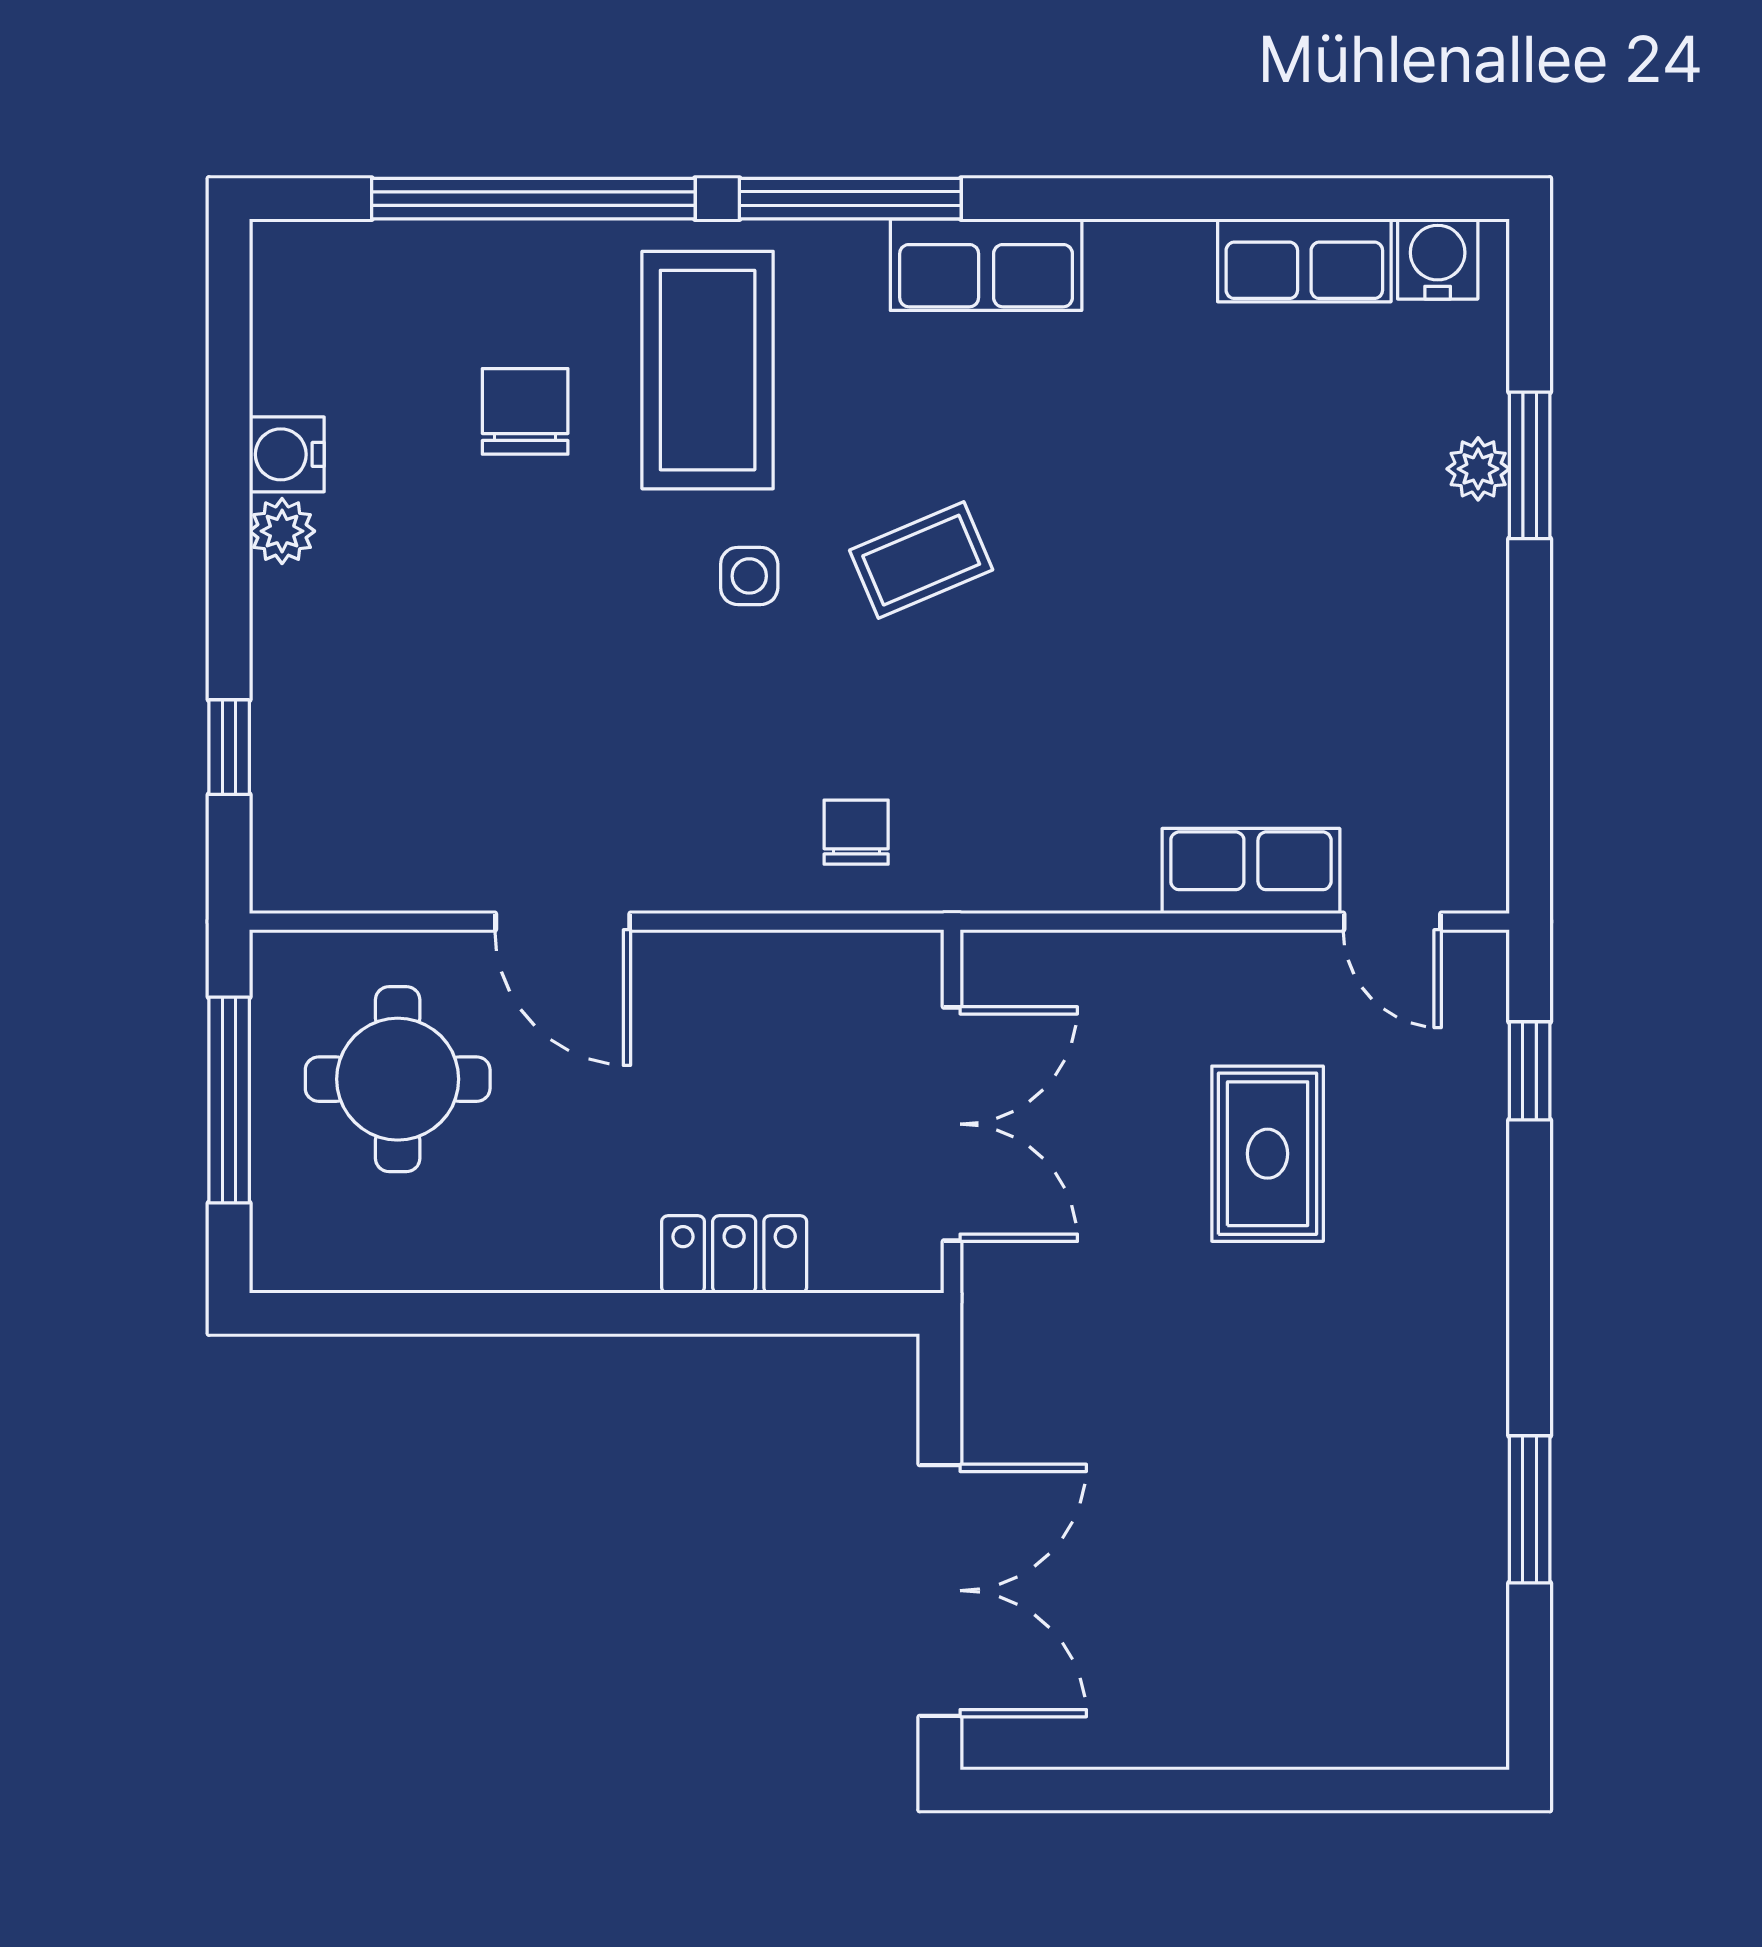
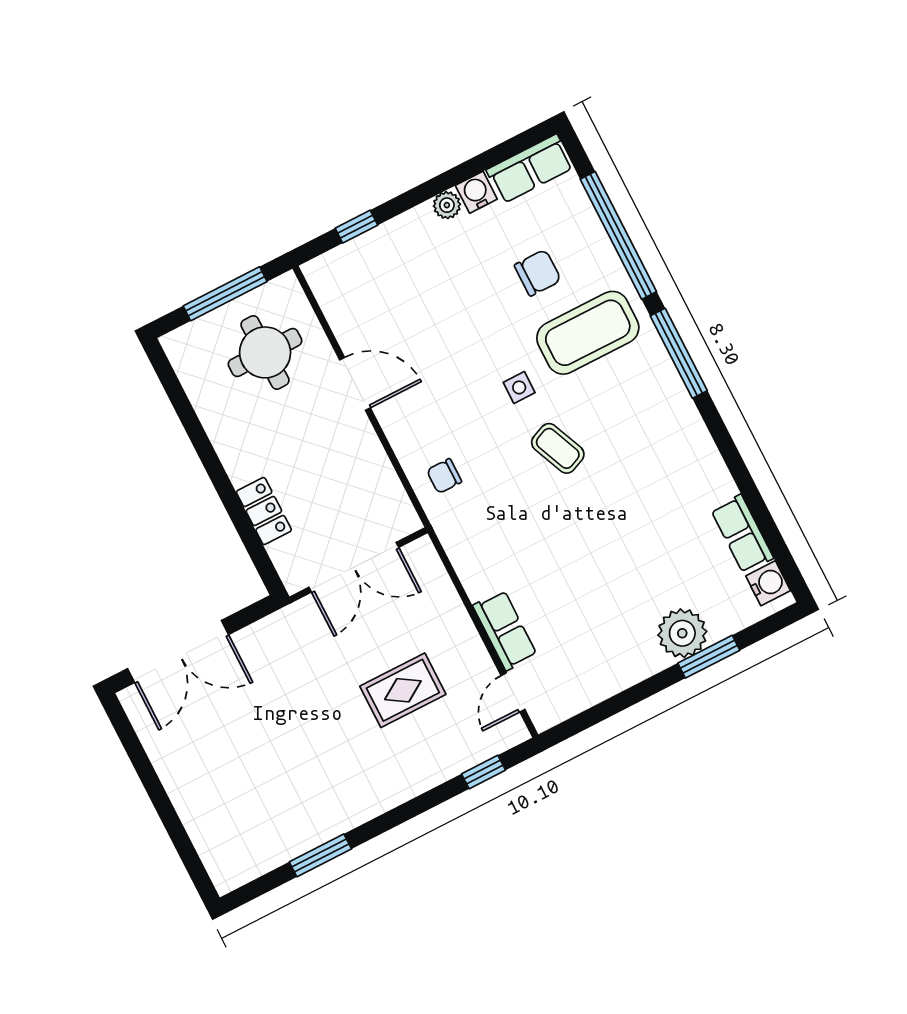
row of seats: (986, 265) -> (530, 169), moved, turned -90
plant: (1478, 469) -> (682, 633), width x1.88, depth x1.88
chair: (856, 832) -> (444, 476), turned 180
door: (563, 922) -> (355, 384), swing flipped

